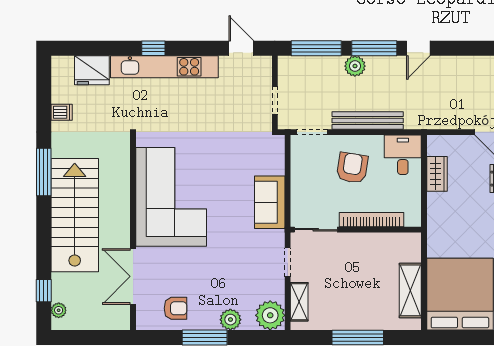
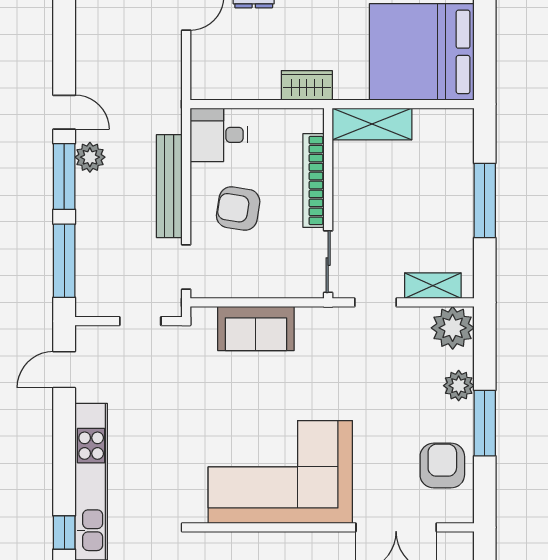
window: (153, 48) -> (64, 533), moved
plant: (355, 66) -> (90, 157), moved
wardrobe: (437, 174) -> (307, 85), moved
sofa: (270, 202) -> (256, 328), moved
shelving: (410, 290) -> (372, 124), moved
armchair: (175, 308) -> (442, 466), width x1.38, depth x1.38

